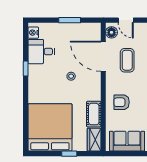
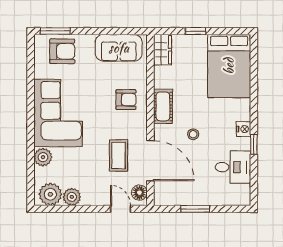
nightstand: (33, 33) -> (244, 129), moved
cot: (94, 114) -> (163, 106), moved
bed: (50, 127) -> (229, 66), width x0.73

